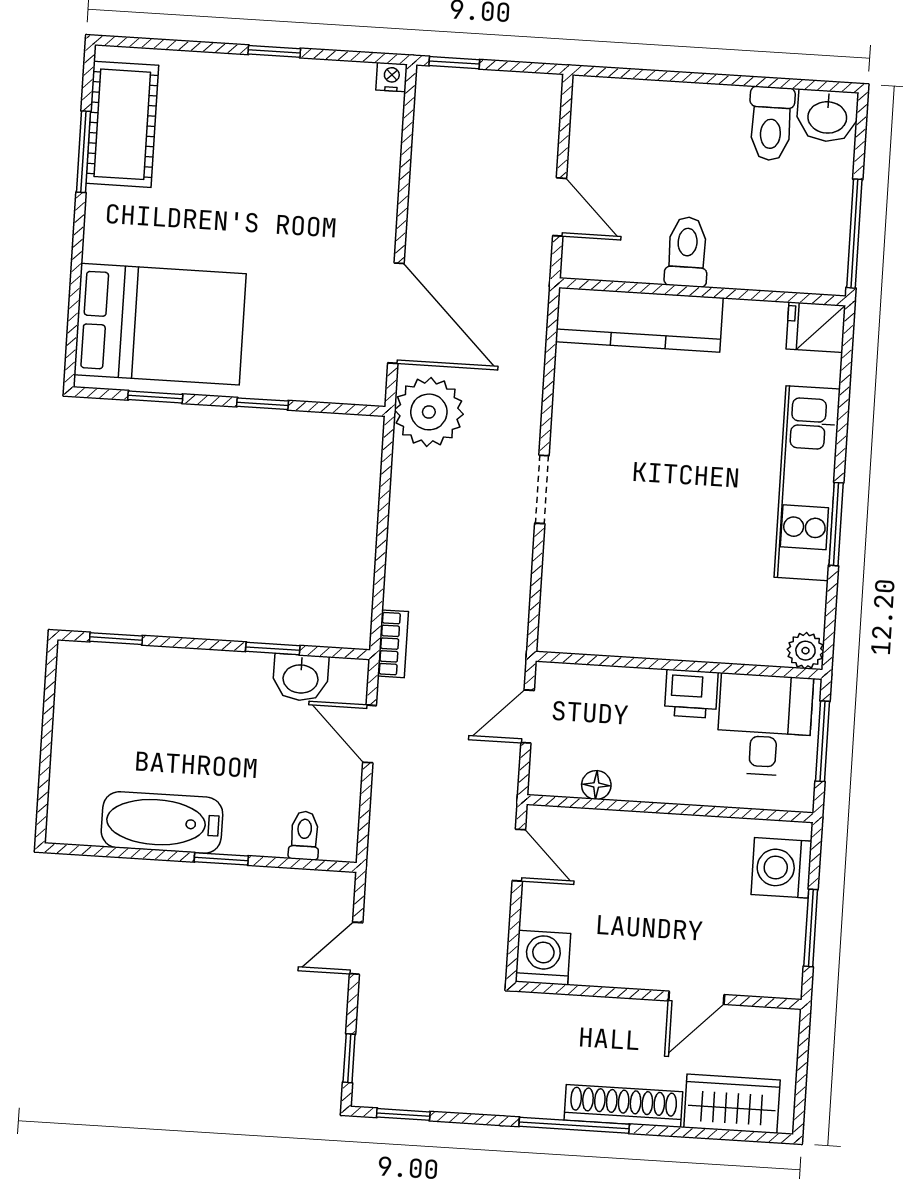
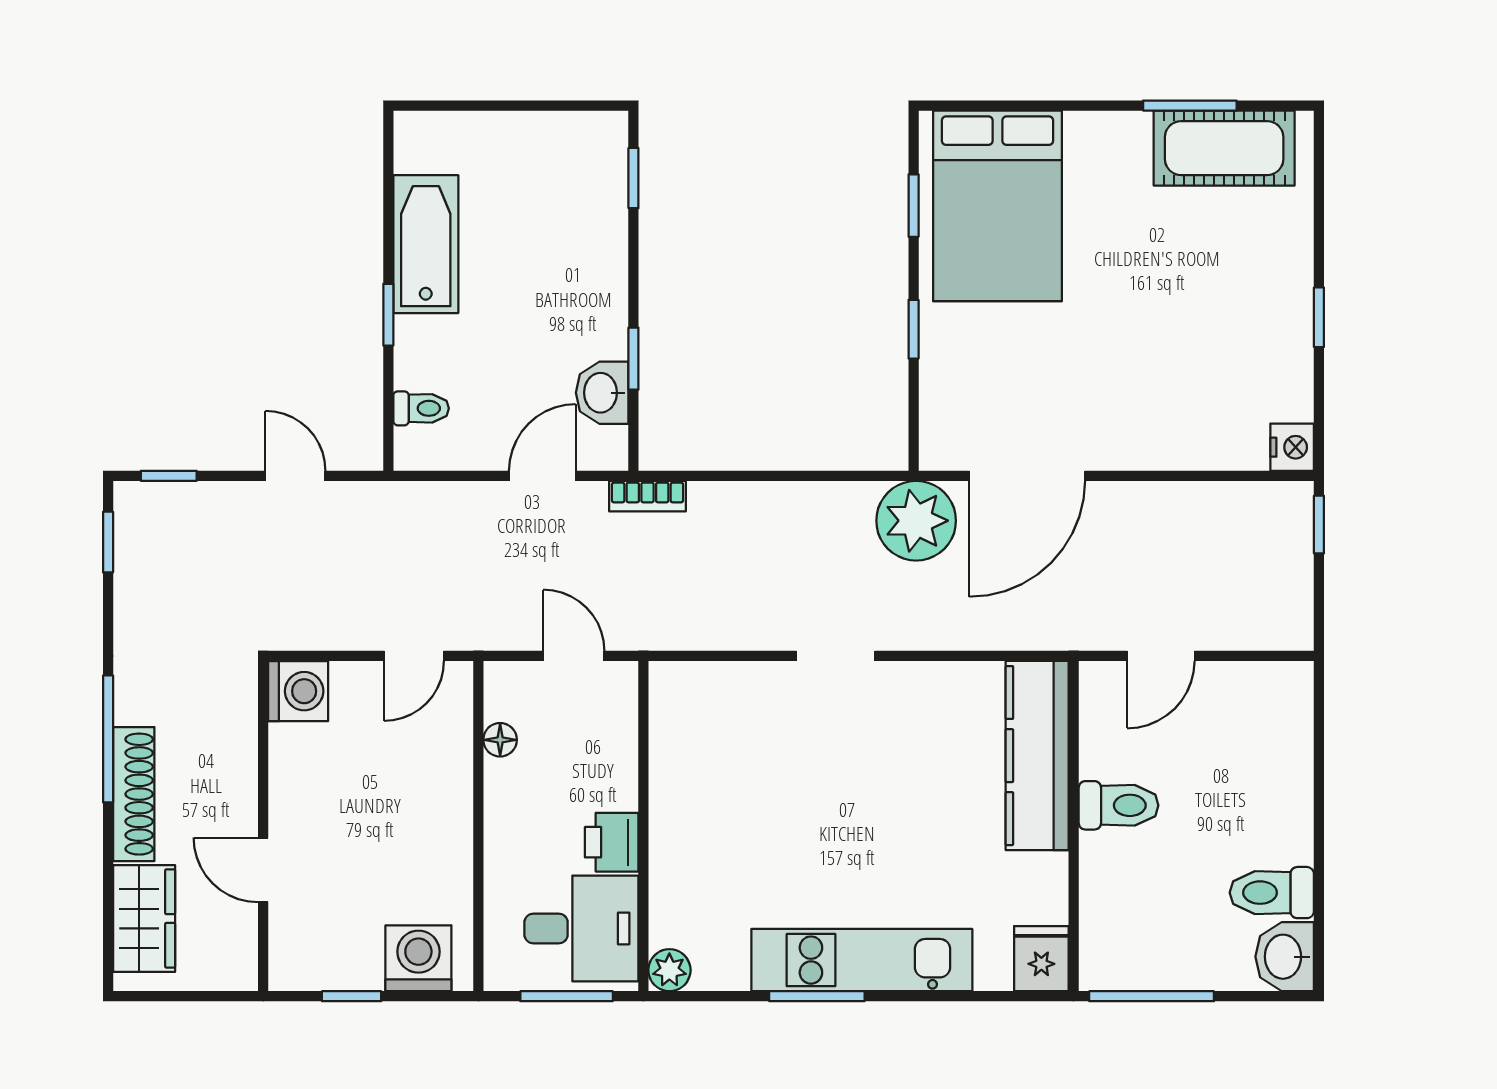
nightstand: (392, 77) -> (1292, 447), width x1.39, depth x1.35
window: (811, 928) -> (352, 996), width x0.67

